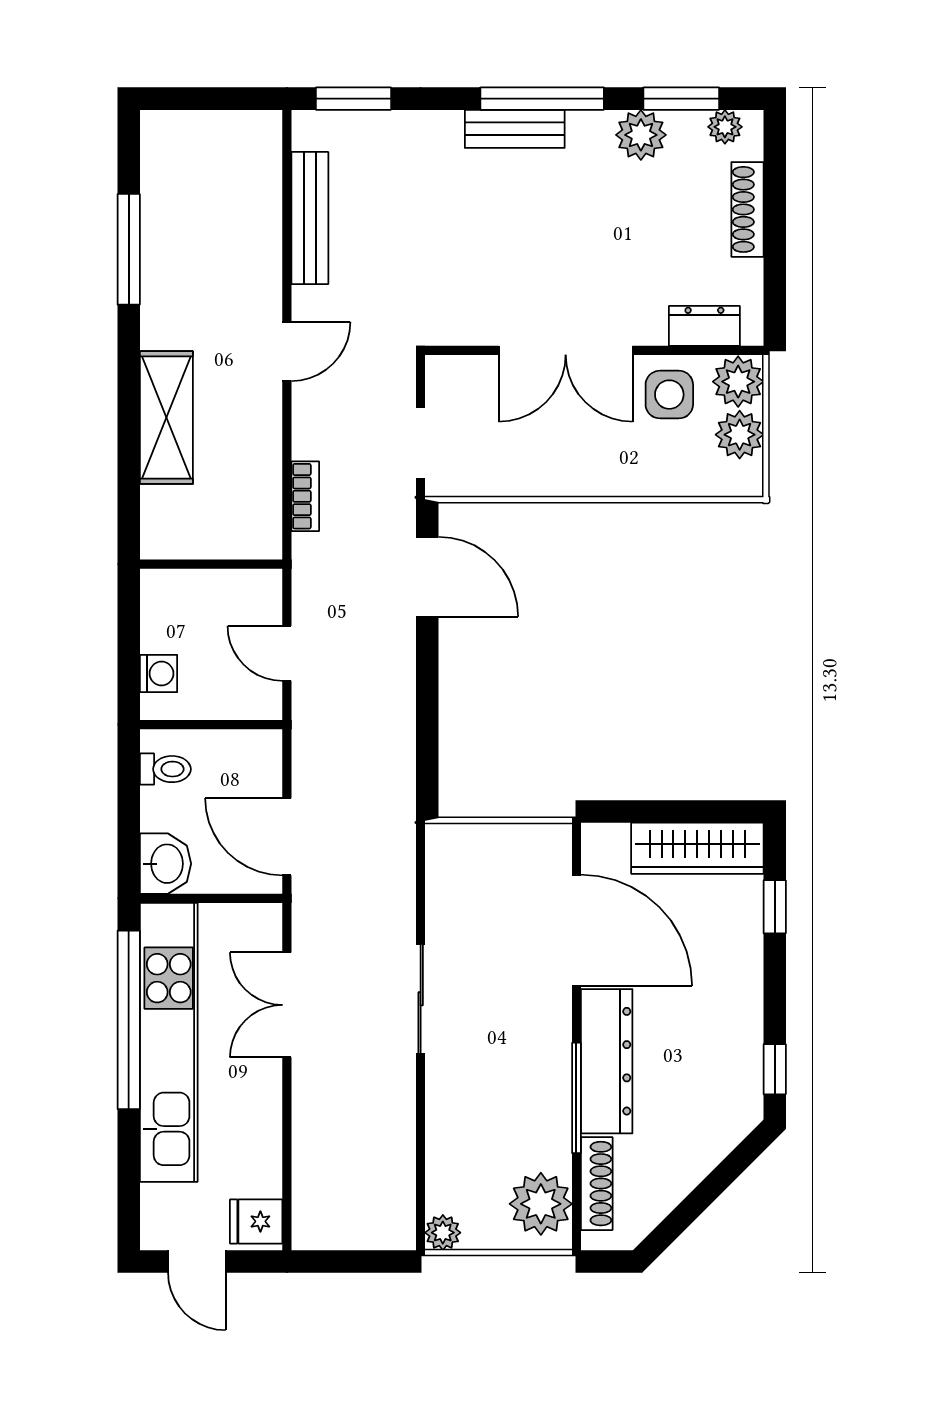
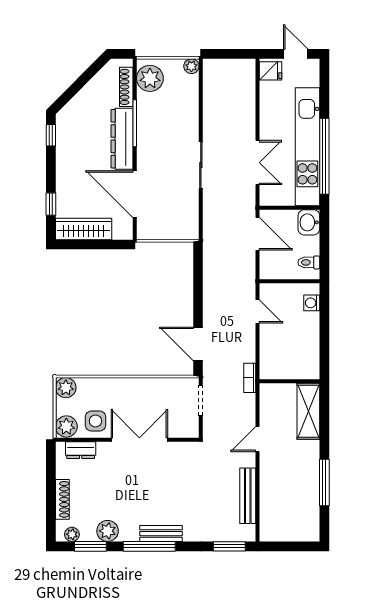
plant: (740, 435) -> (66, 388), moved
wall: (211, 564) -> (289, 381), moved

